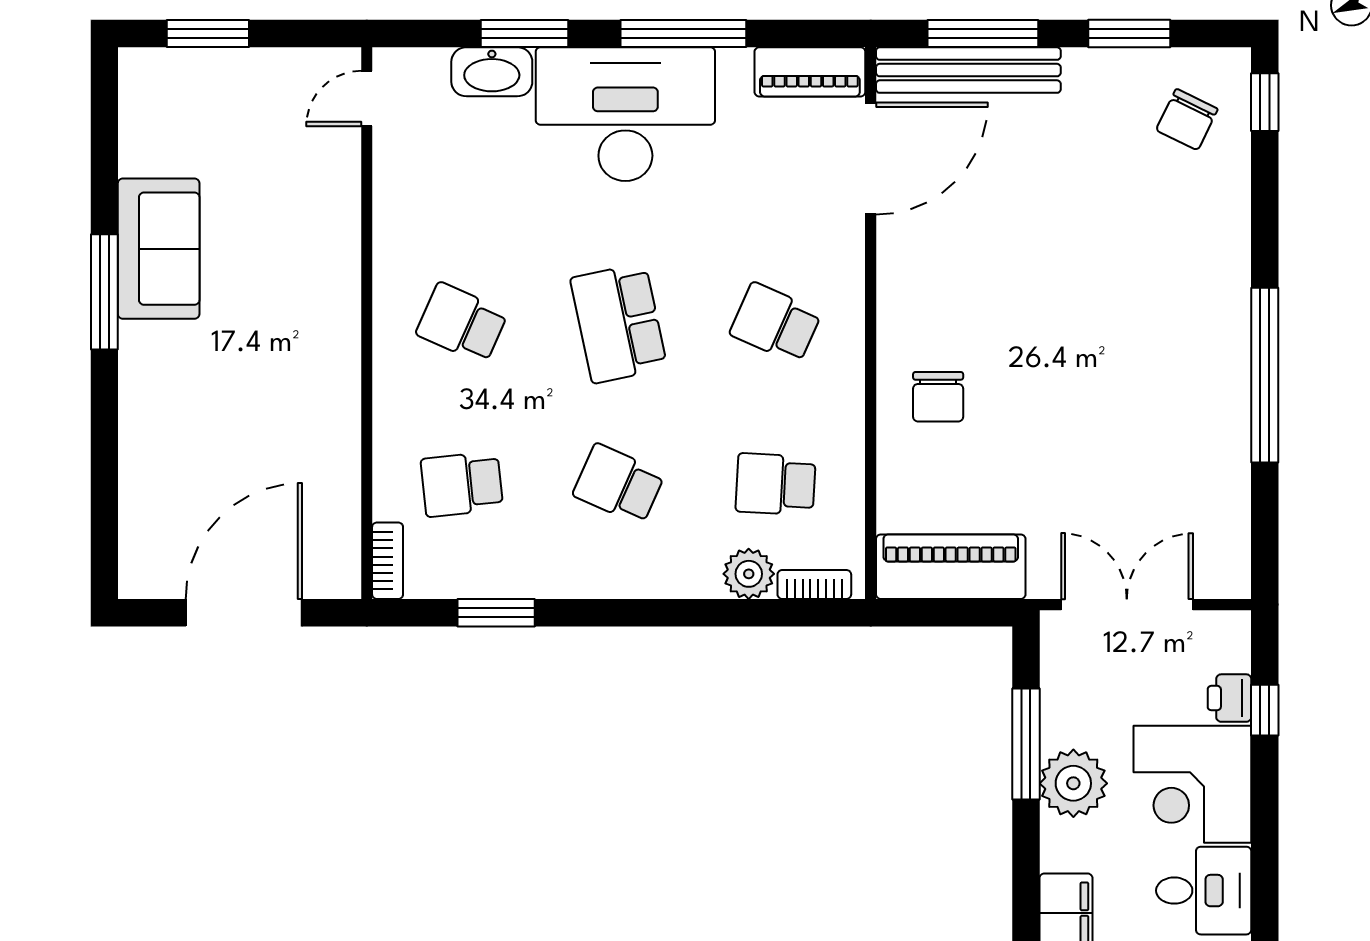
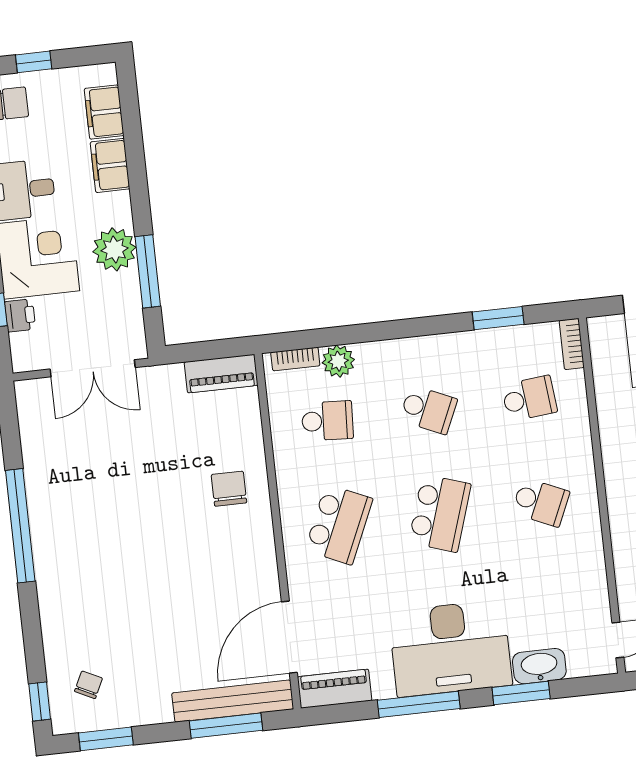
window: (1129, 33) -> (106, 739), moved
chair: (1187, 120) -> (89, 685), width x0.73, depth x0.73
school desk: (619, 323) -> (440, 513), turned 30
school desk: (776, 323) -> (339, 524), width x1.85
piano: (951, 567) -> (221, 374), width x0.73, depth x0.75

